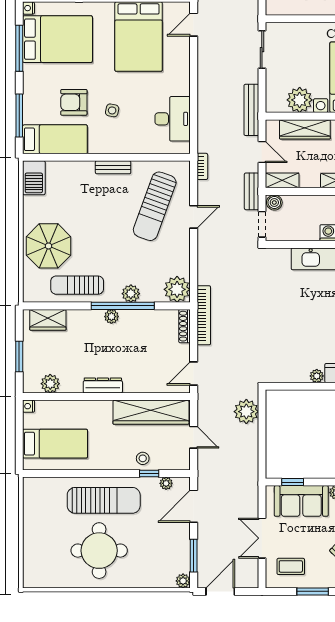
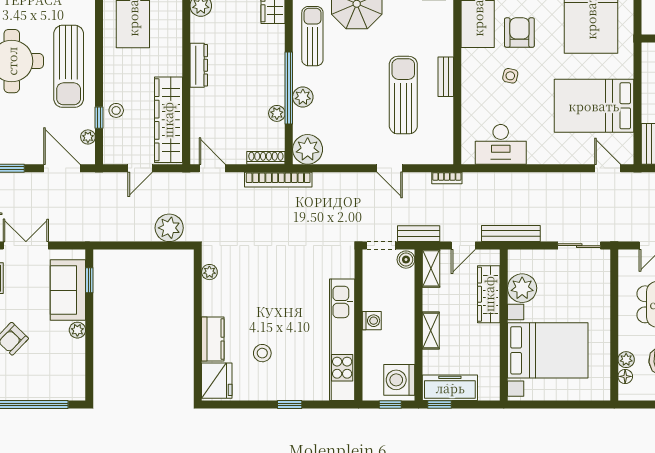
sun lounger: (155, 206) -> (403, 95), moved, turned 70
plant: (111, 317) -> (277, 113), moved
plant: (317, 376) -> (209, 272), moved

